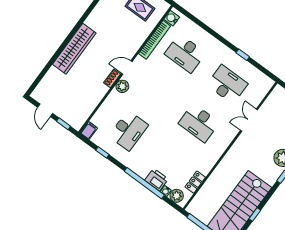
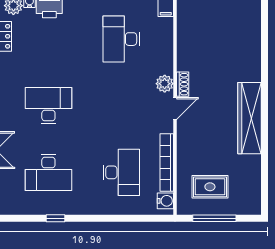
wardrobe: (74, 49) -> (250, 118), moved
desk: (185, 53) -> (121, 172), turned 90

